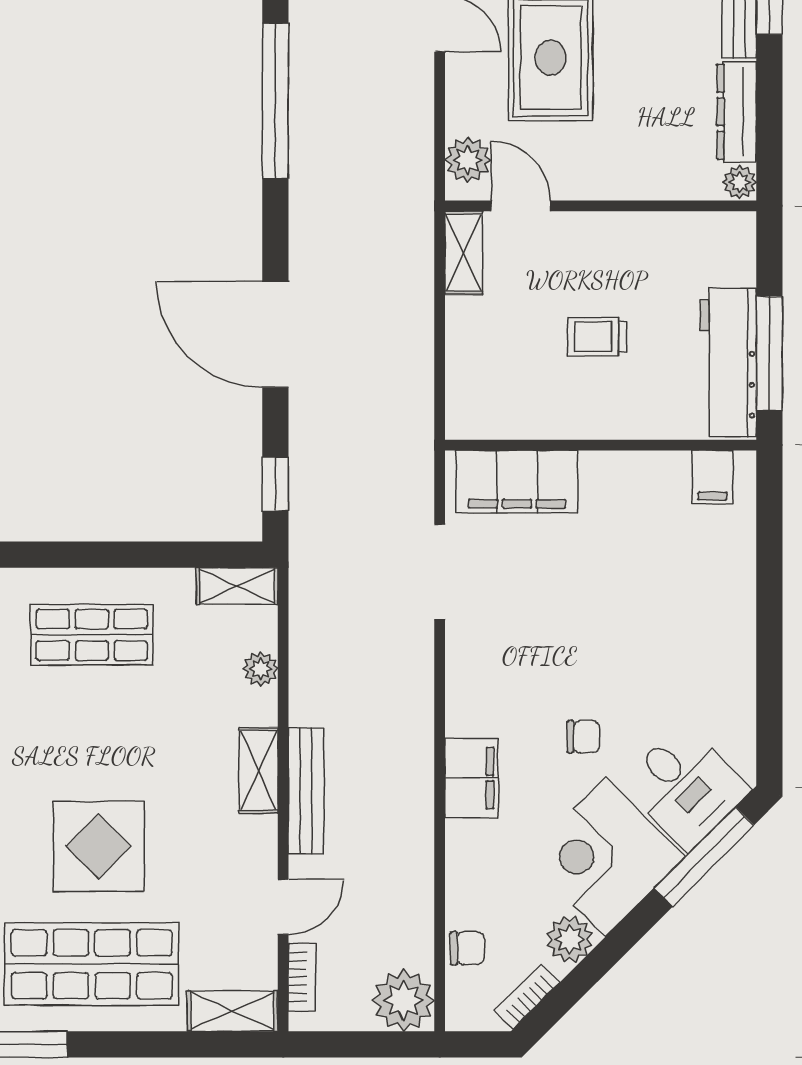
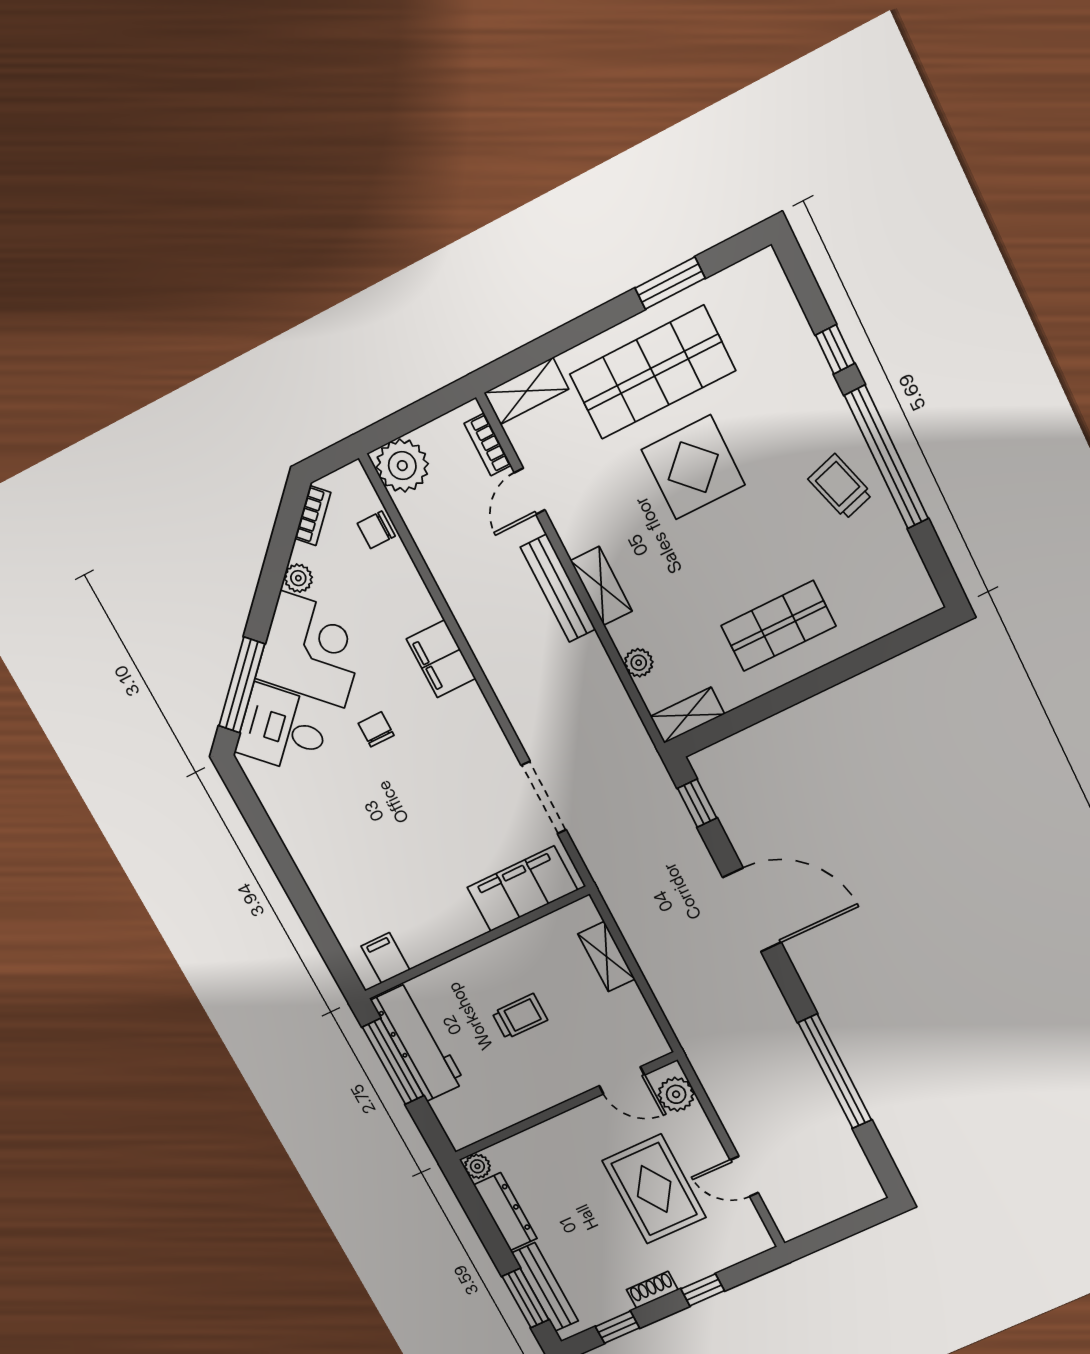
shelving: (464, 253) -> (606, 957), moved
chair: (583, 737) -> (376, 729), turned 90
plant: (570, 939) -> (298, 578), width x0.73, depth x0.73

